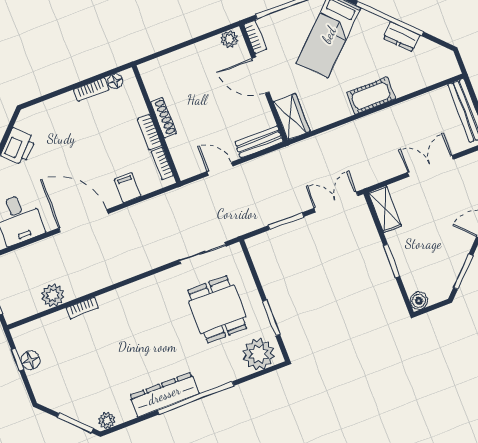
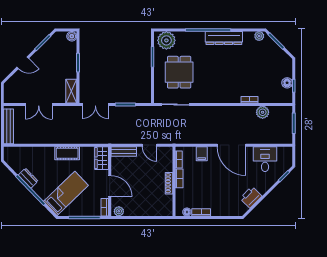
cot: (371, 96) -> (67, 153), moved

